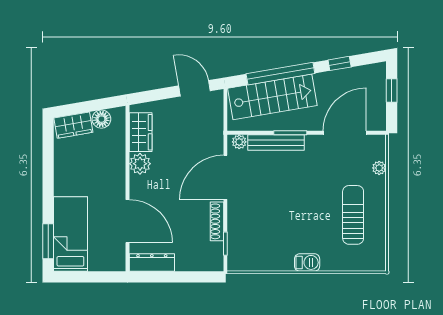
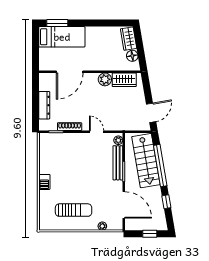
door: (225, 177) -> (97, 132), width x0.53
dresser: (152, 263) -> (44, 105), moved

